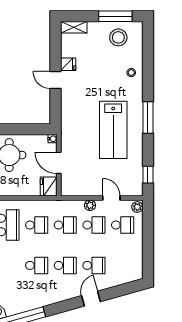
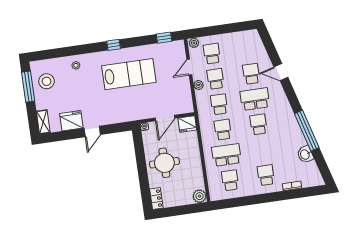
fridge: (68, 64) -> (71, 121), width x1.88, depth x1.34
window: (148, 118) -> (114, 45), width x0.46
school desk: (65, 265) -> (255, 99), width x1.85

